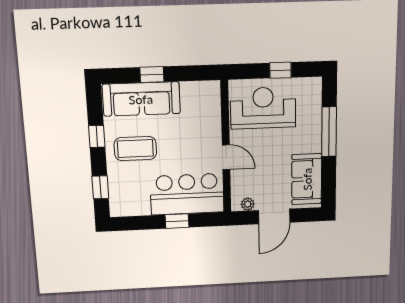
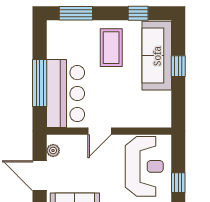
window: (97, 136) -> (138, 13), moved
window: (100, 187) -> (76, 13), width x1.50
window: (177, 221) -> (40, 83), width x2.17

